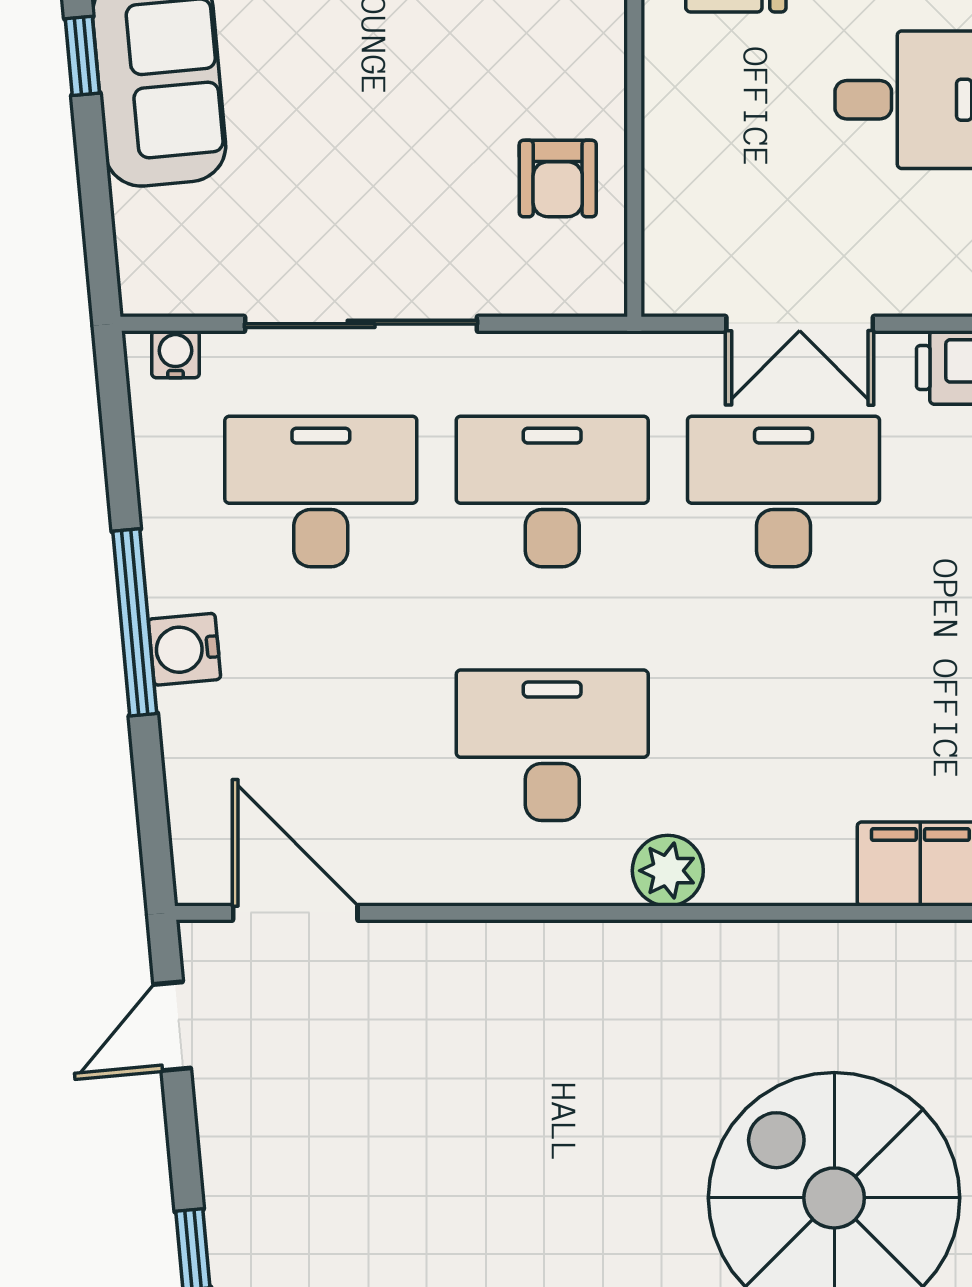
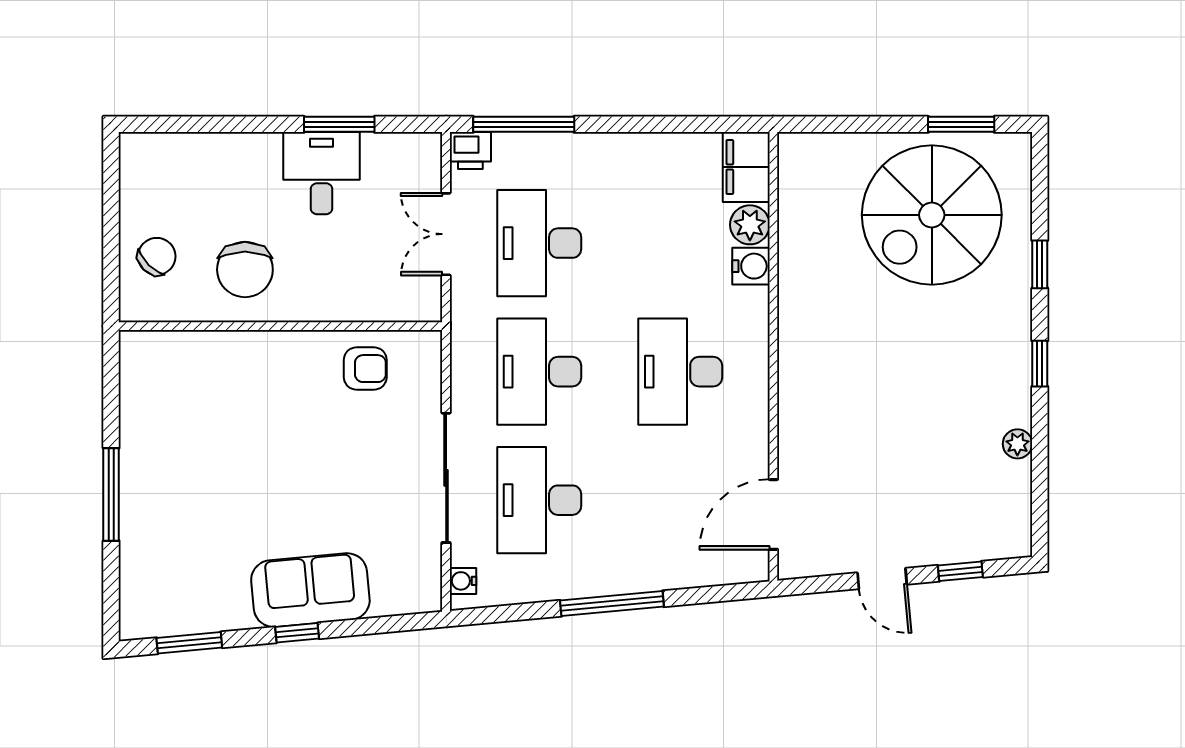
double door: (800, 324) -> (446, 234), swing flipped
water cooler: (185, 649) -> (751, 266), moved, turned -85
plant: (668, 871) -> (750, 225), moved
door: (172, 1026) -> (882, 579), moved

